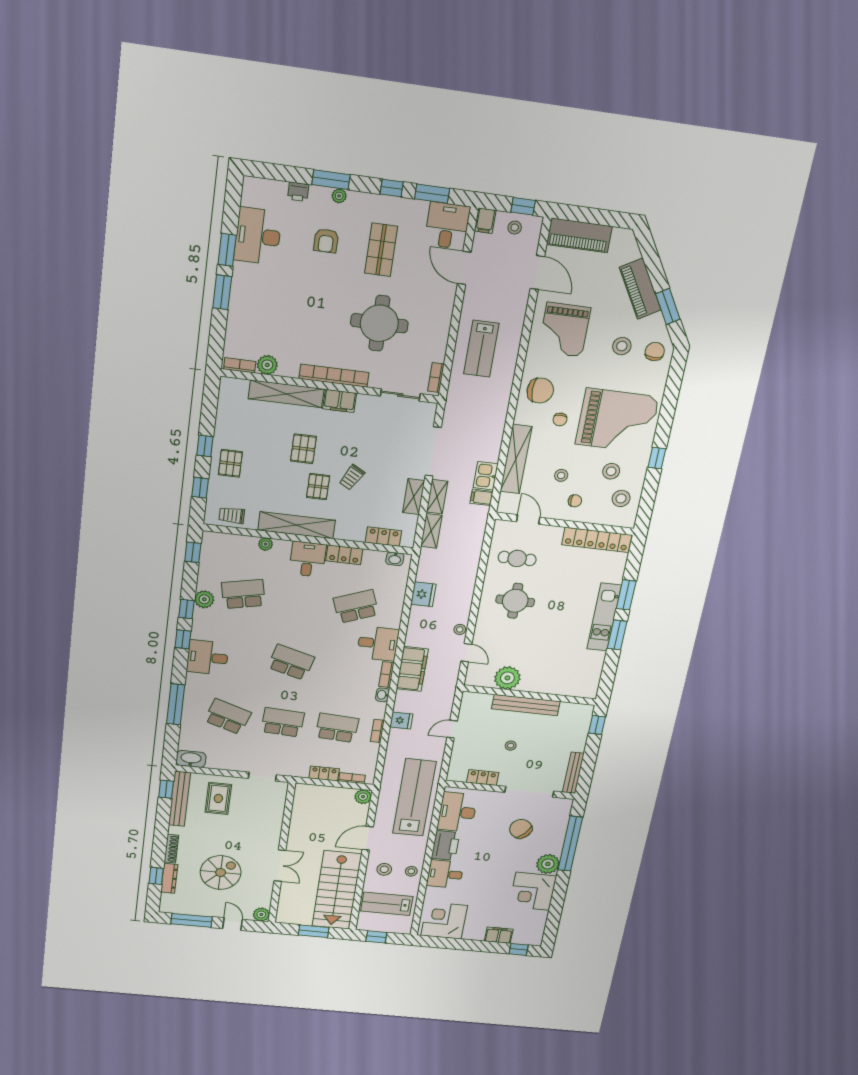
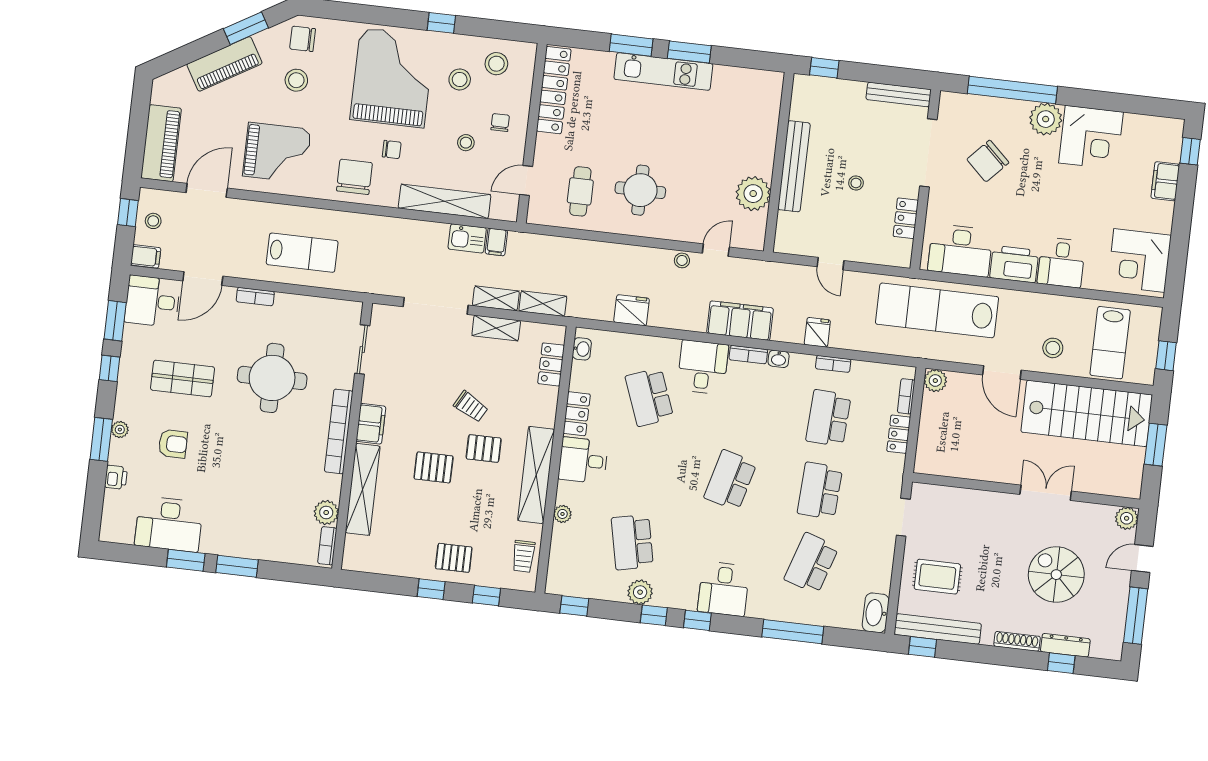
bookcase: (436, 378) -> (255, 297), moved
stool: (411, 871) -> (1056, 310), removed

